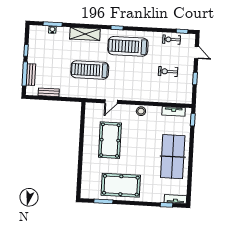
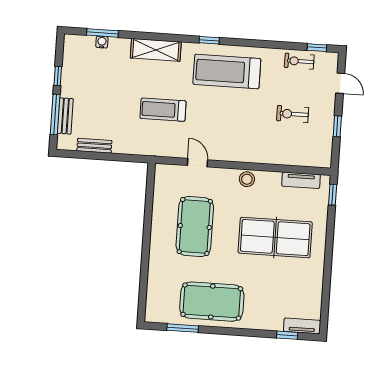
treadmill: (90, 70) -> (163, 110), width x0.73, depth x0.73
door: (111, 102) -> (198, 163), swing flipped
table tennis table: (173, 157) -> (275, 237), moved, turned 90

